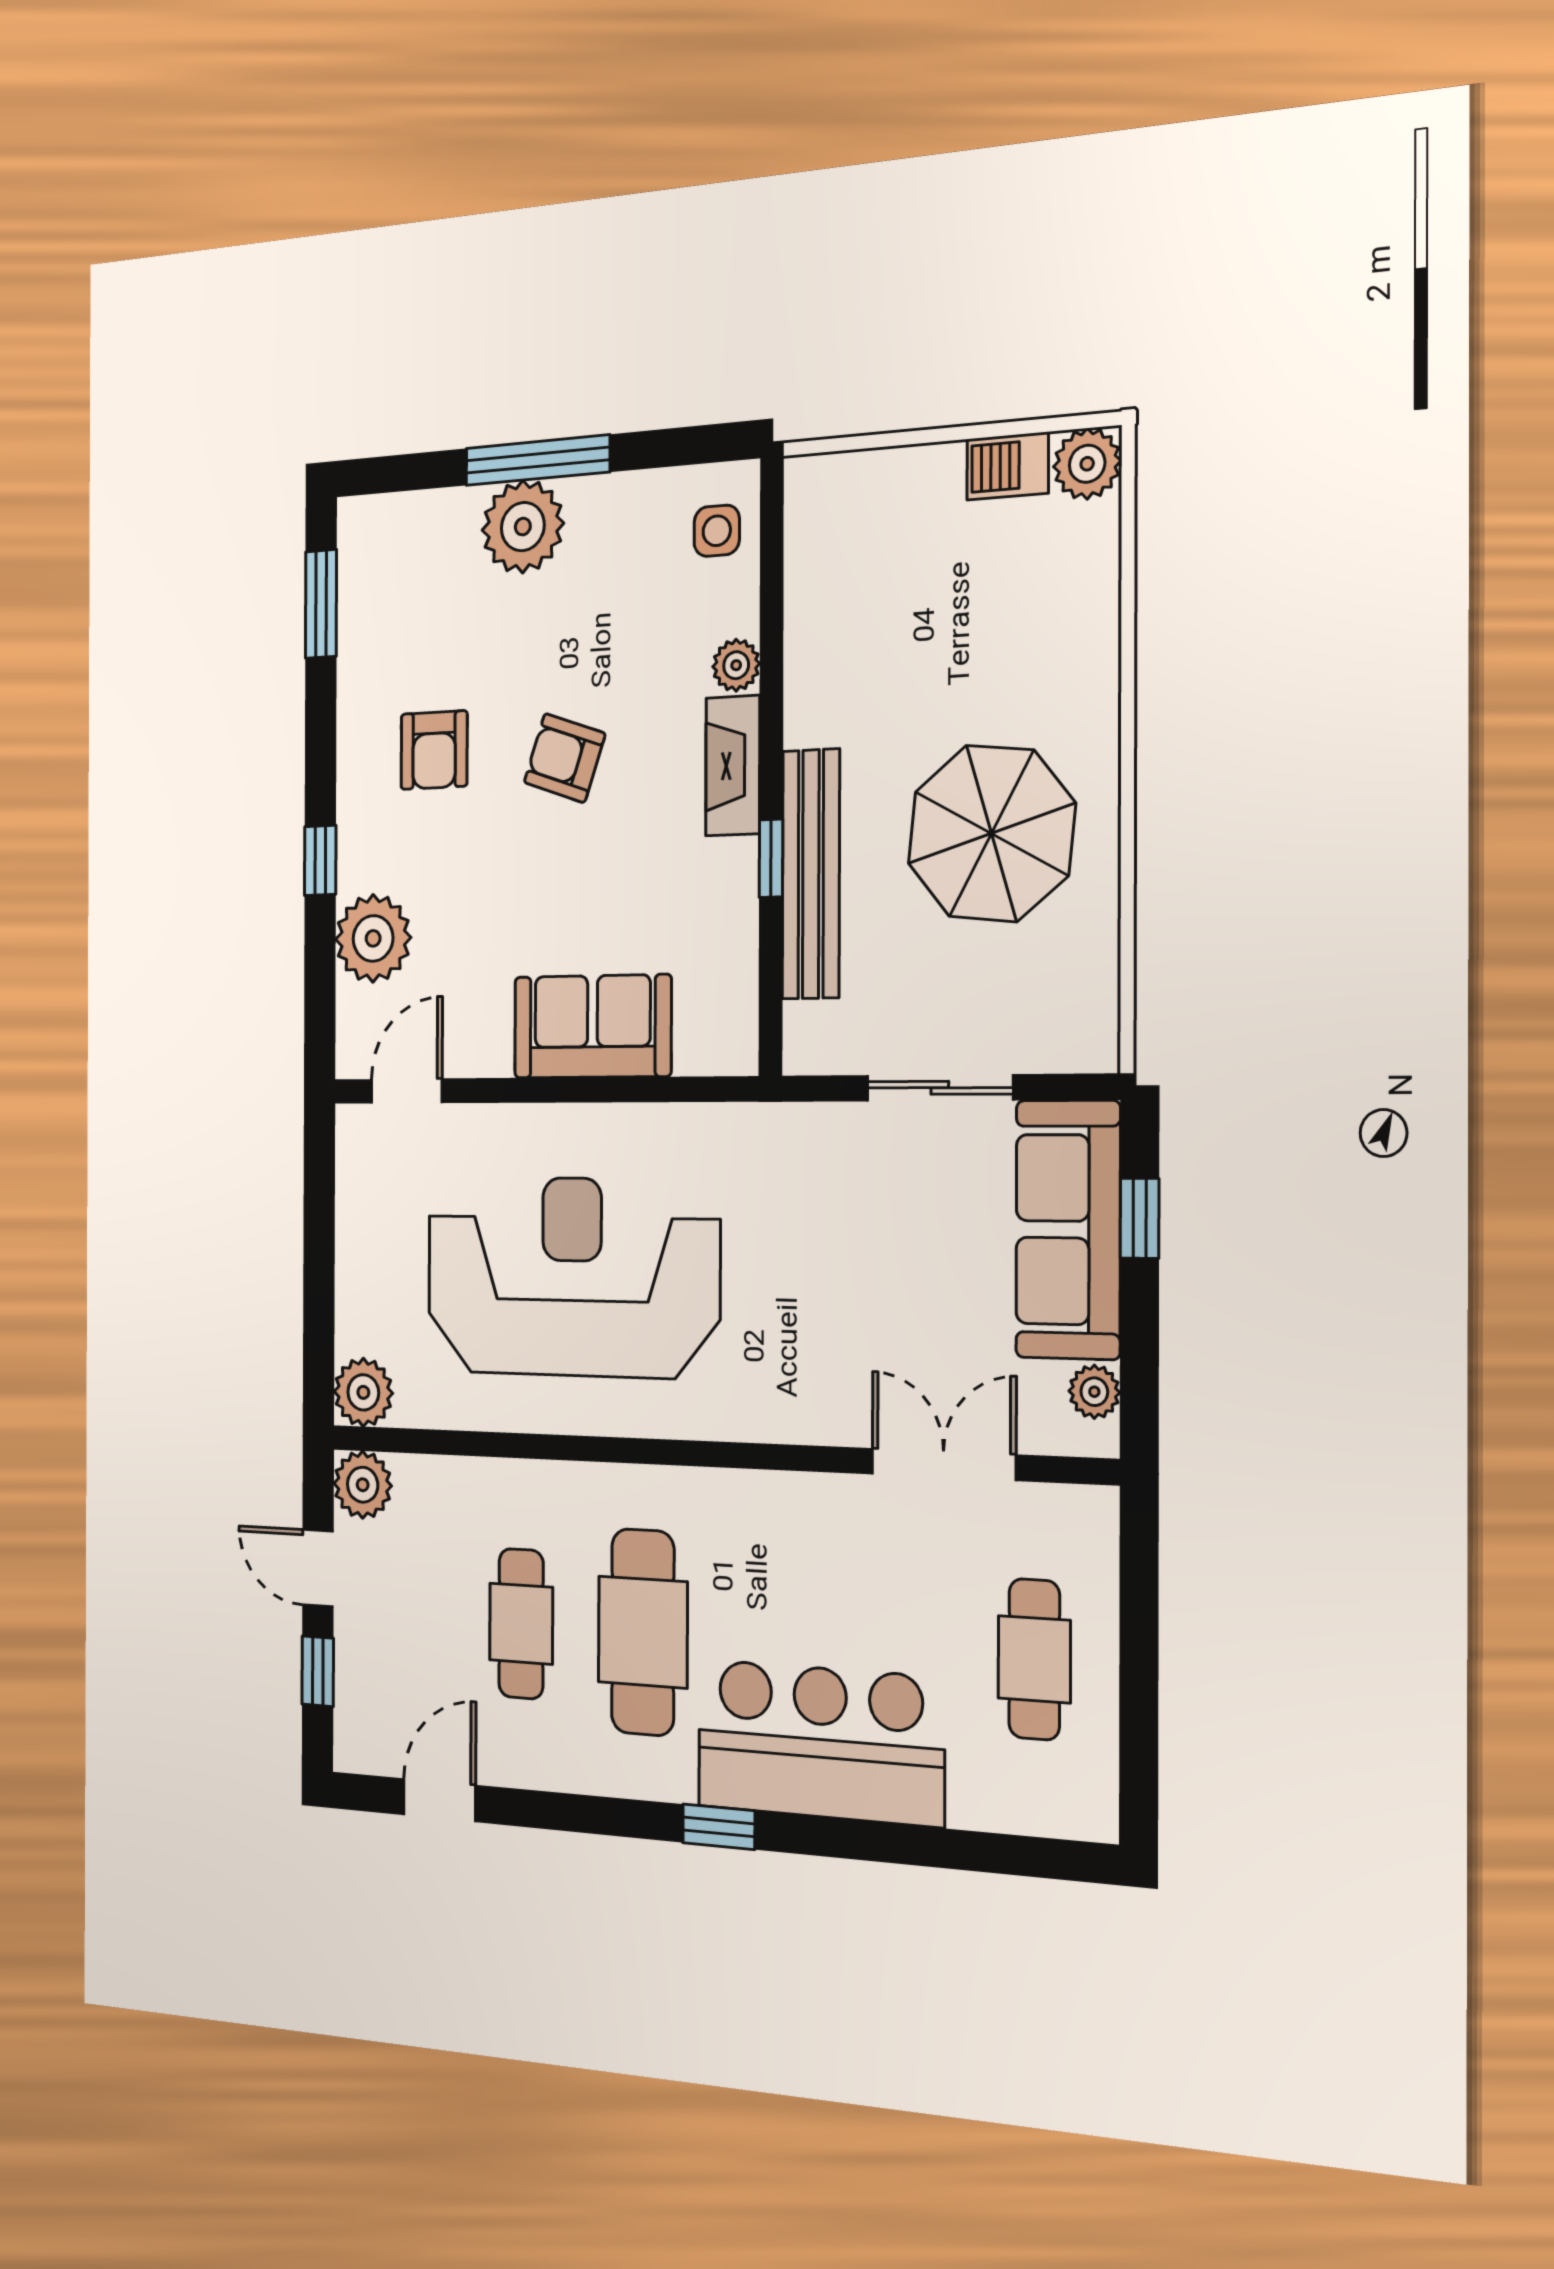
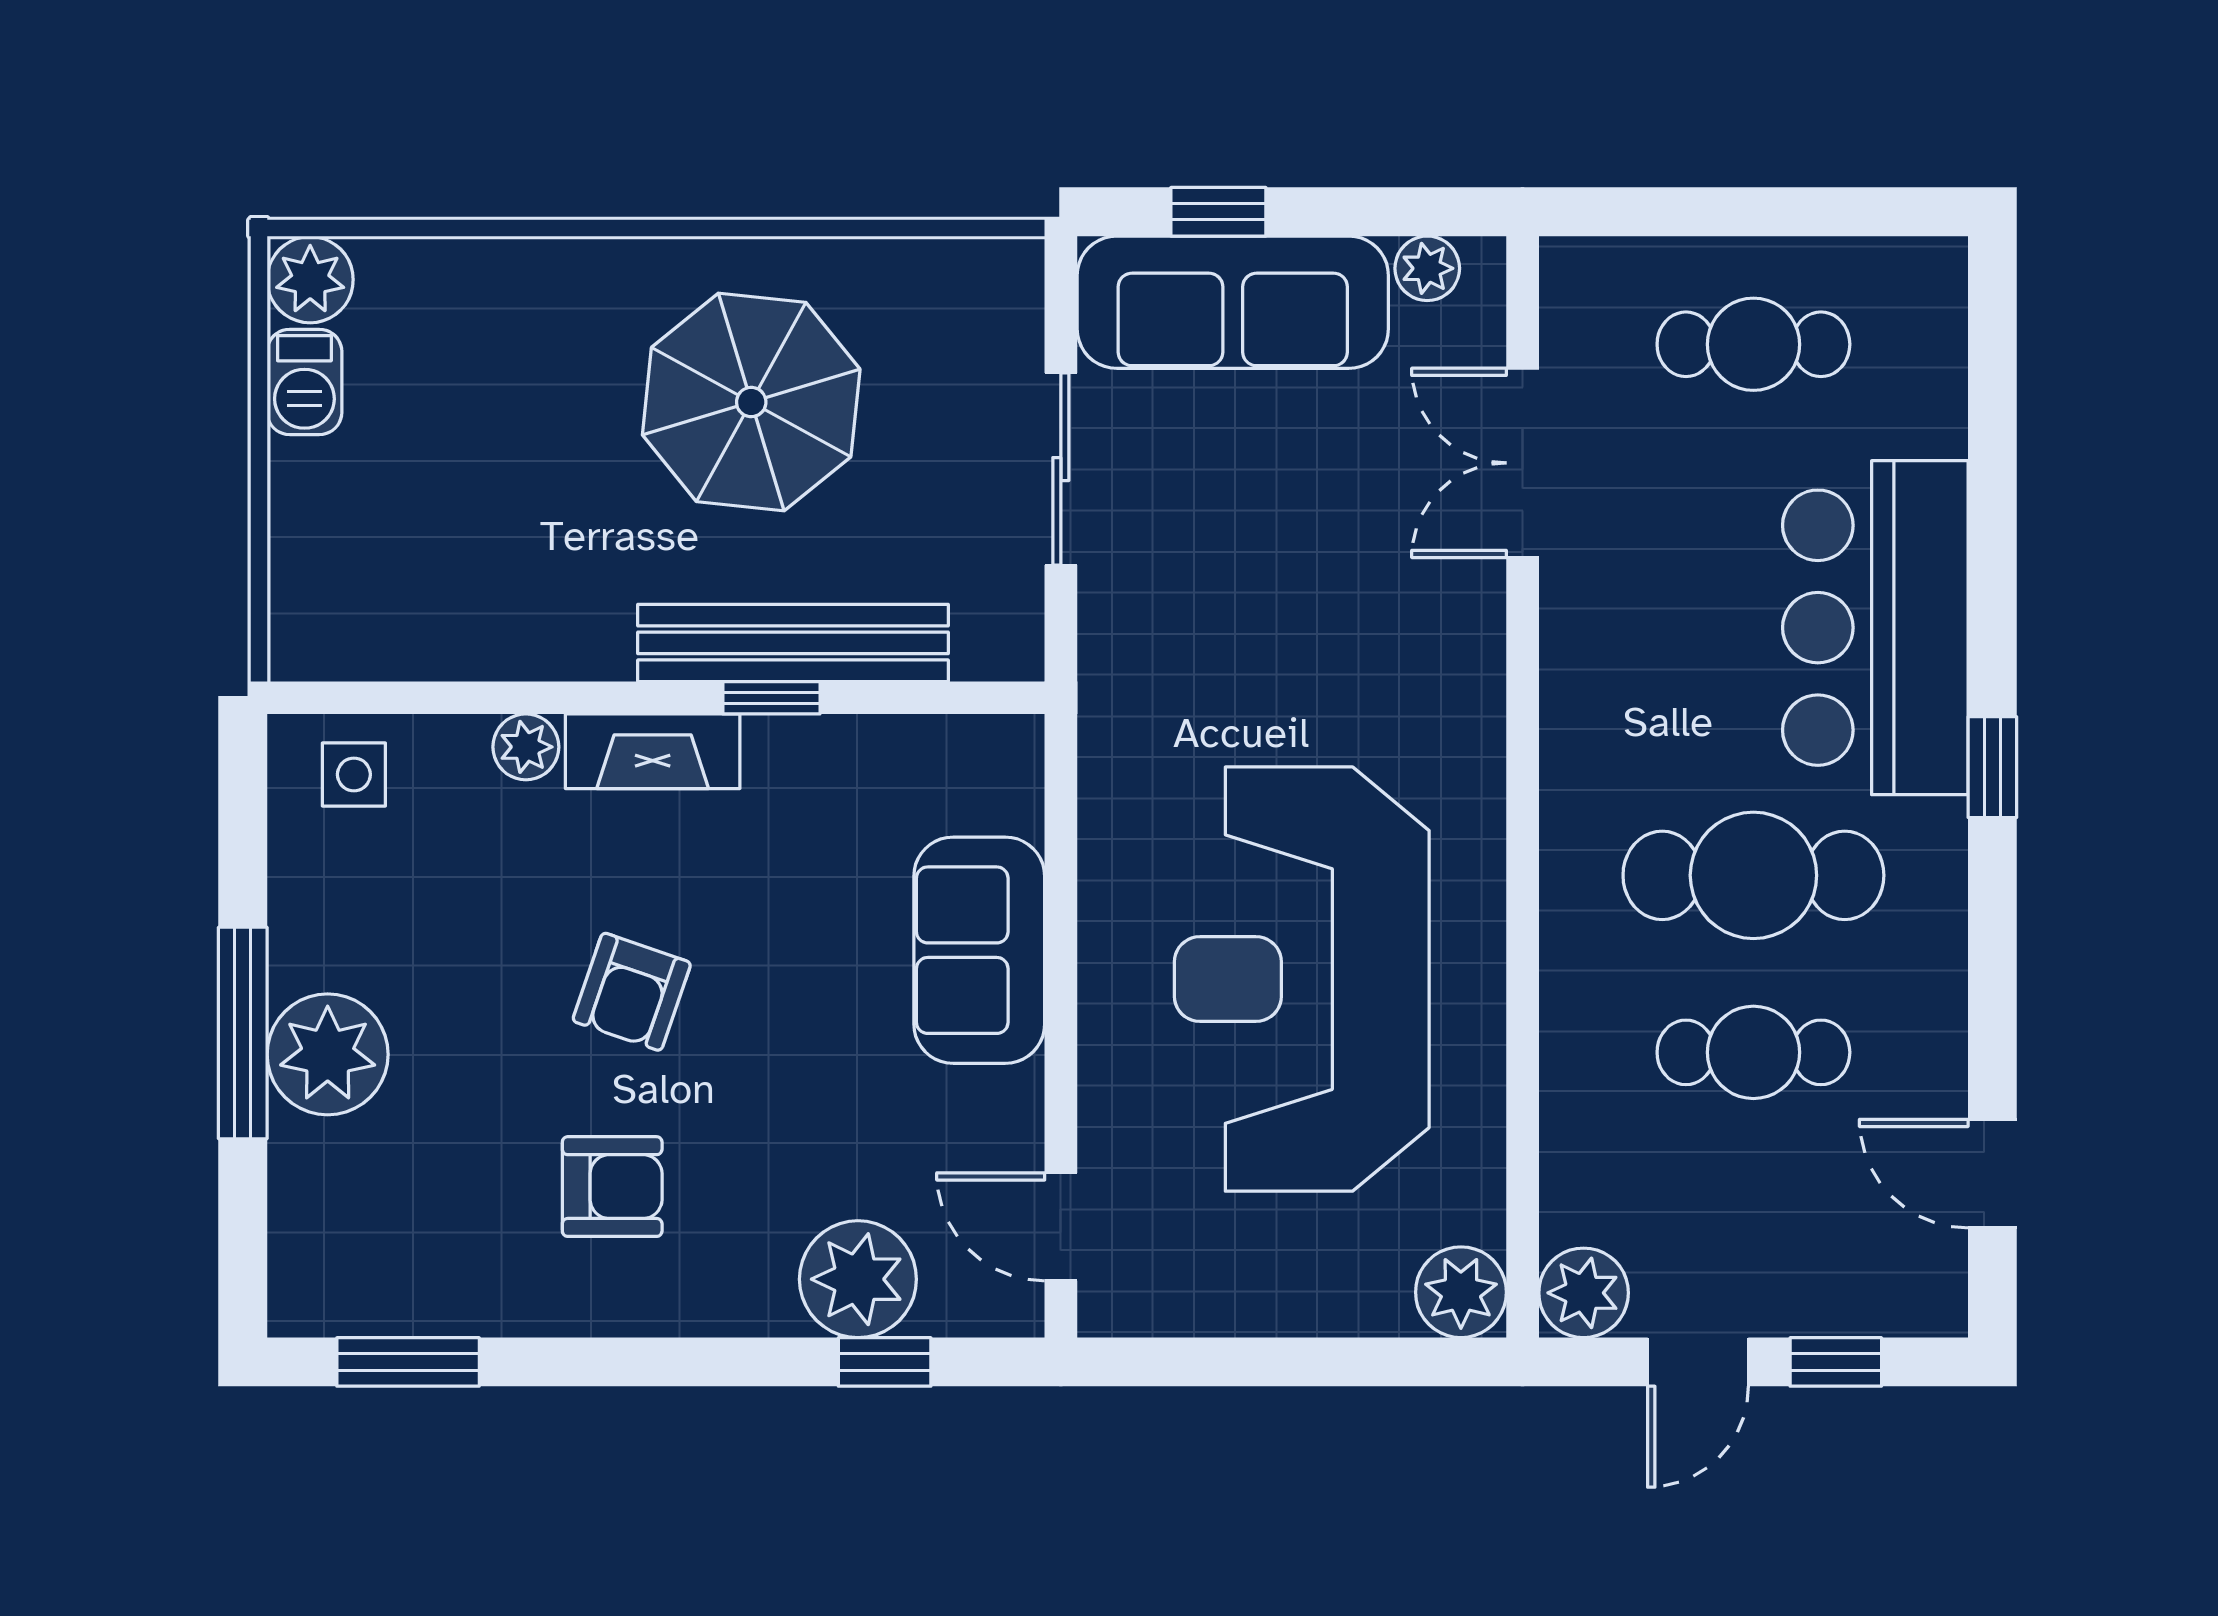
window: (320, 860) -> (885, 1362), moved

